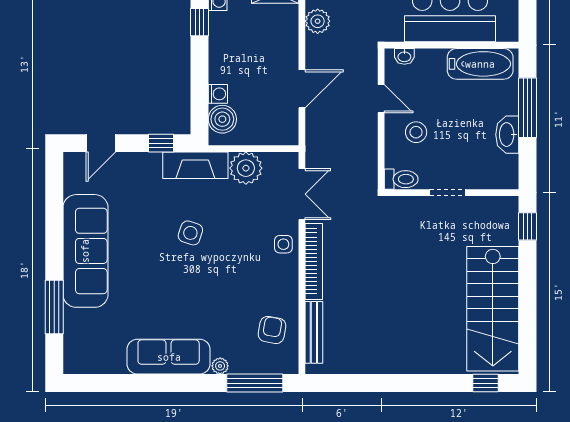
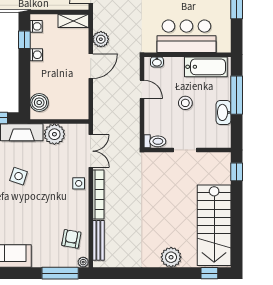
door: (302, 89) -> (91, 66), moved
washing machine: (218, 94) -> (36, 55), moved
stool: (416, 132) -> (185, 103), moved
plant: (426, 358) -> (171, 257), added
plant: (220, 366) -> (83, 262), moved

